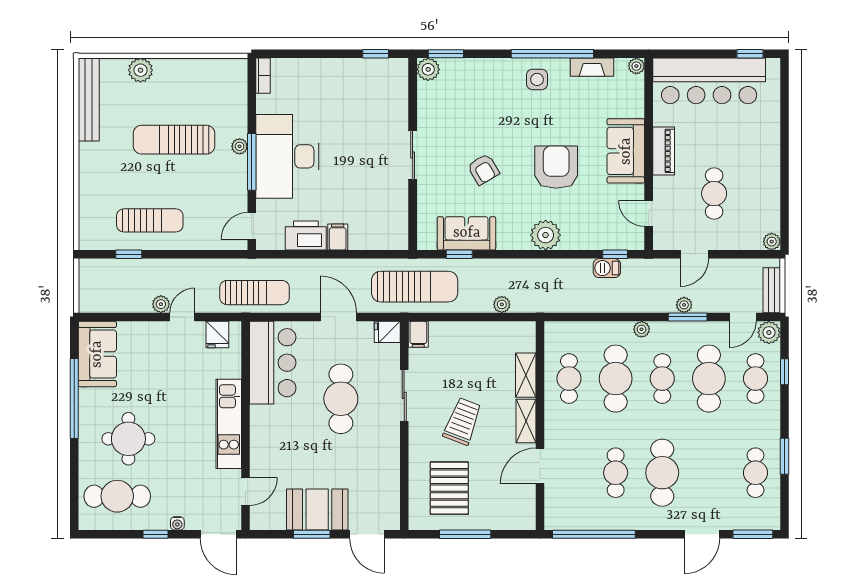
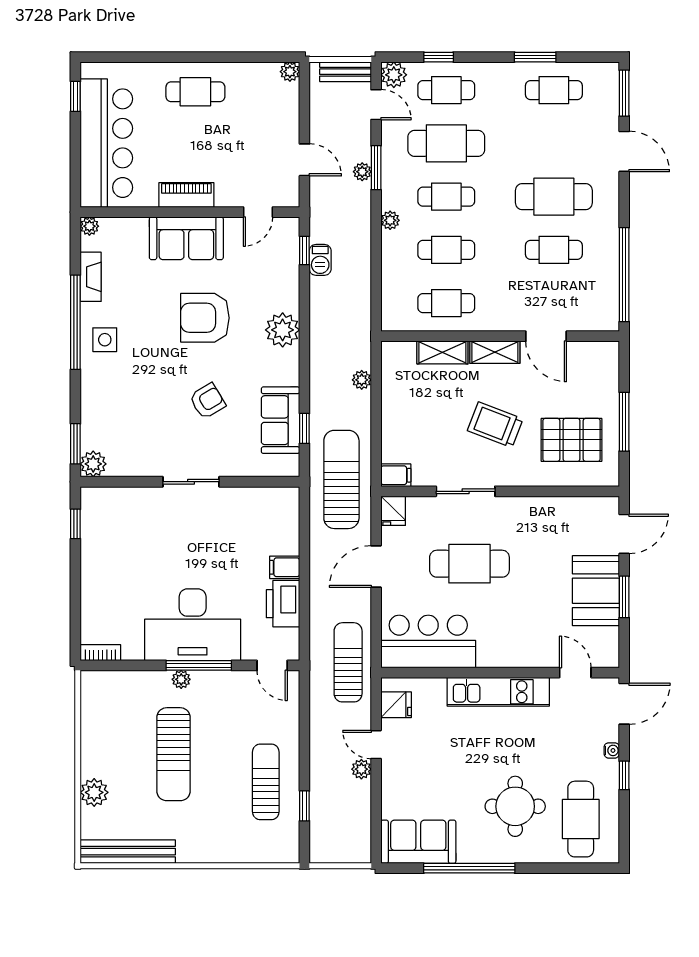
cafe table: (714, 194) -> (195, 92), moved
cafe table: (616, 379) -> (446, 250), width x0.73, depth x0.74

